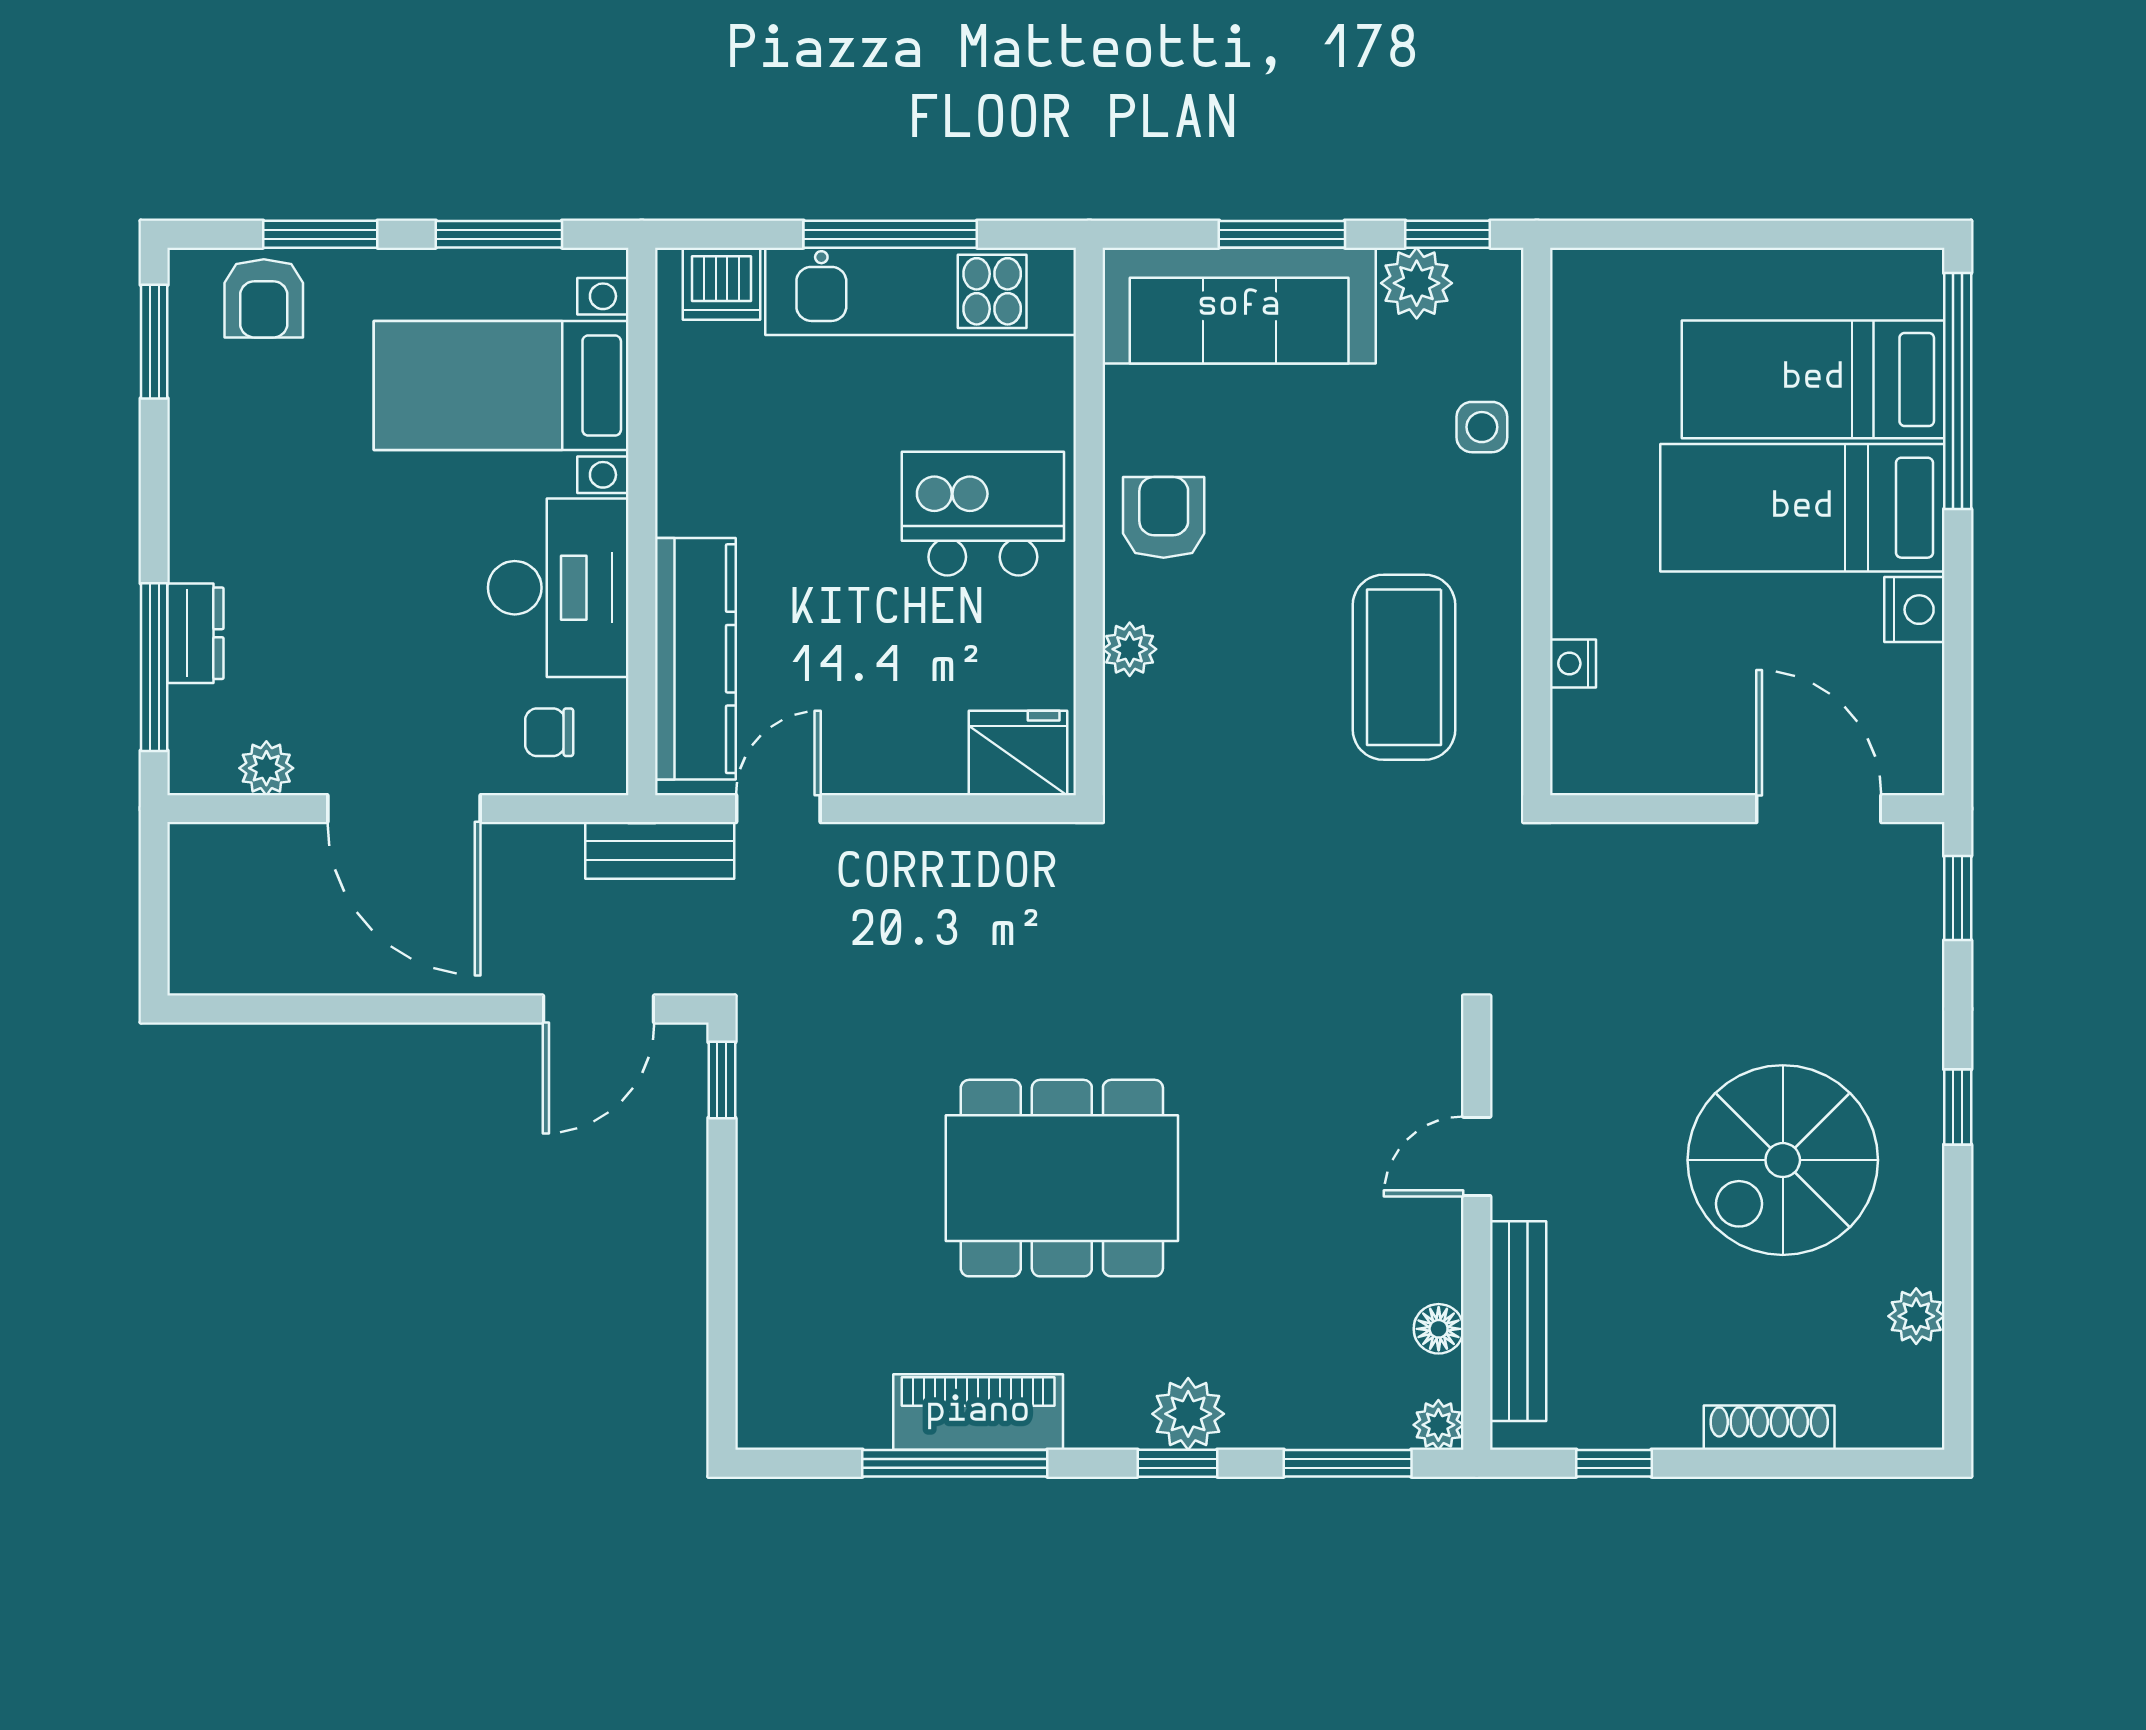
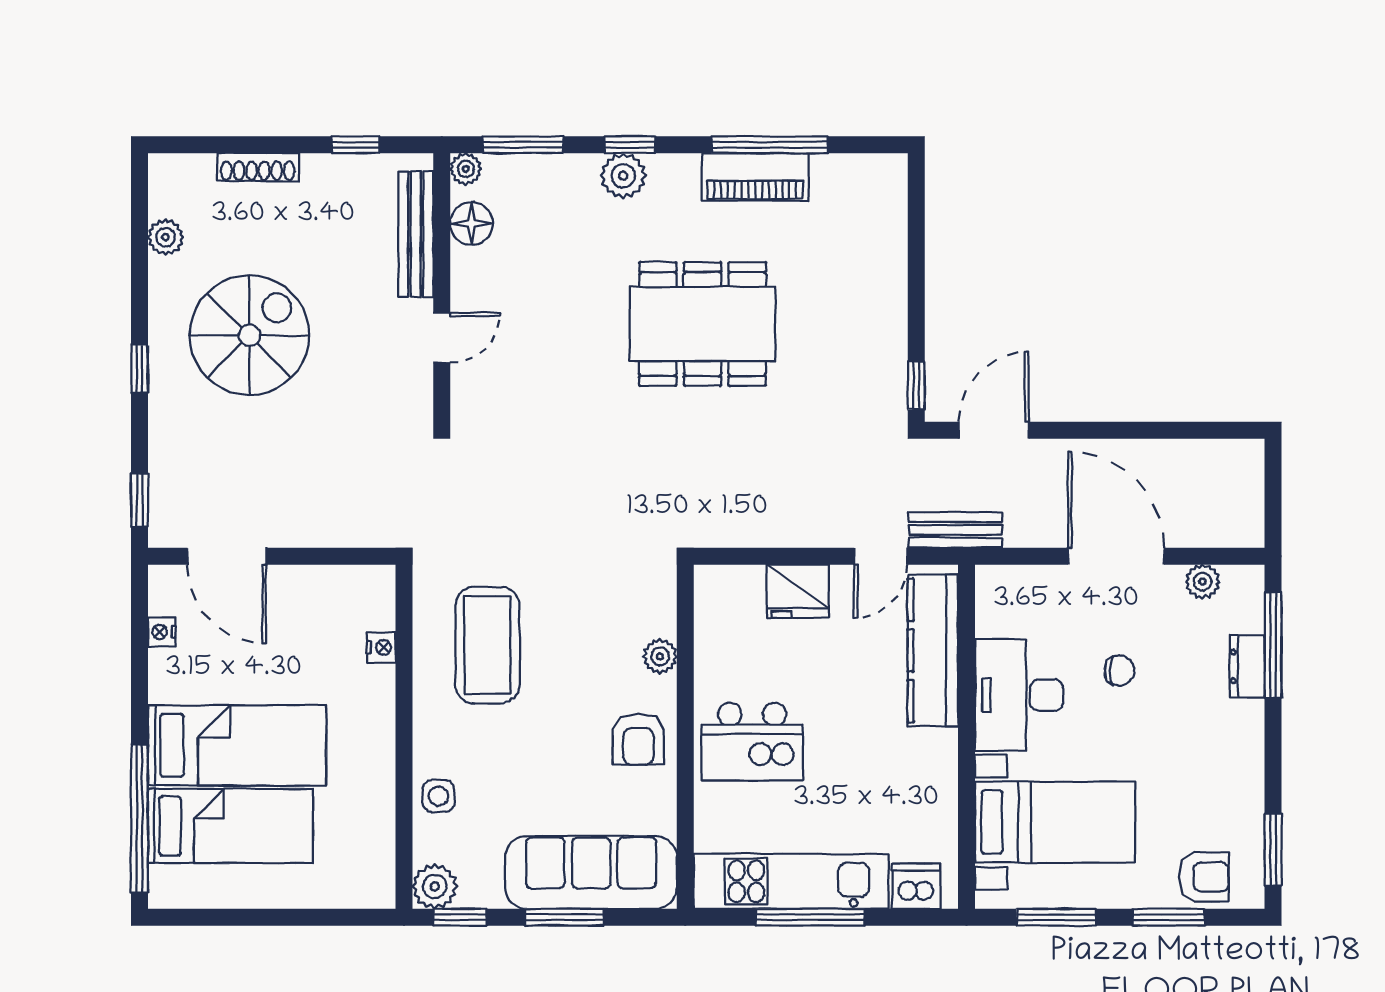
plant: (1417, 283) -> (435, 886), moved
armchair: (264, 298) -> (1204, 877), turned 90
nightstand: (1914, 610) -> (162, 632), moved, width x0.72, depth x0.74
chair: (549, 732) -> (1119, 670), moved
fridge: (1018, 753) -> (798, 591), moved
floor lamp: (1439, 1329) -> (472, 223), width x1.37, depth x1.37

